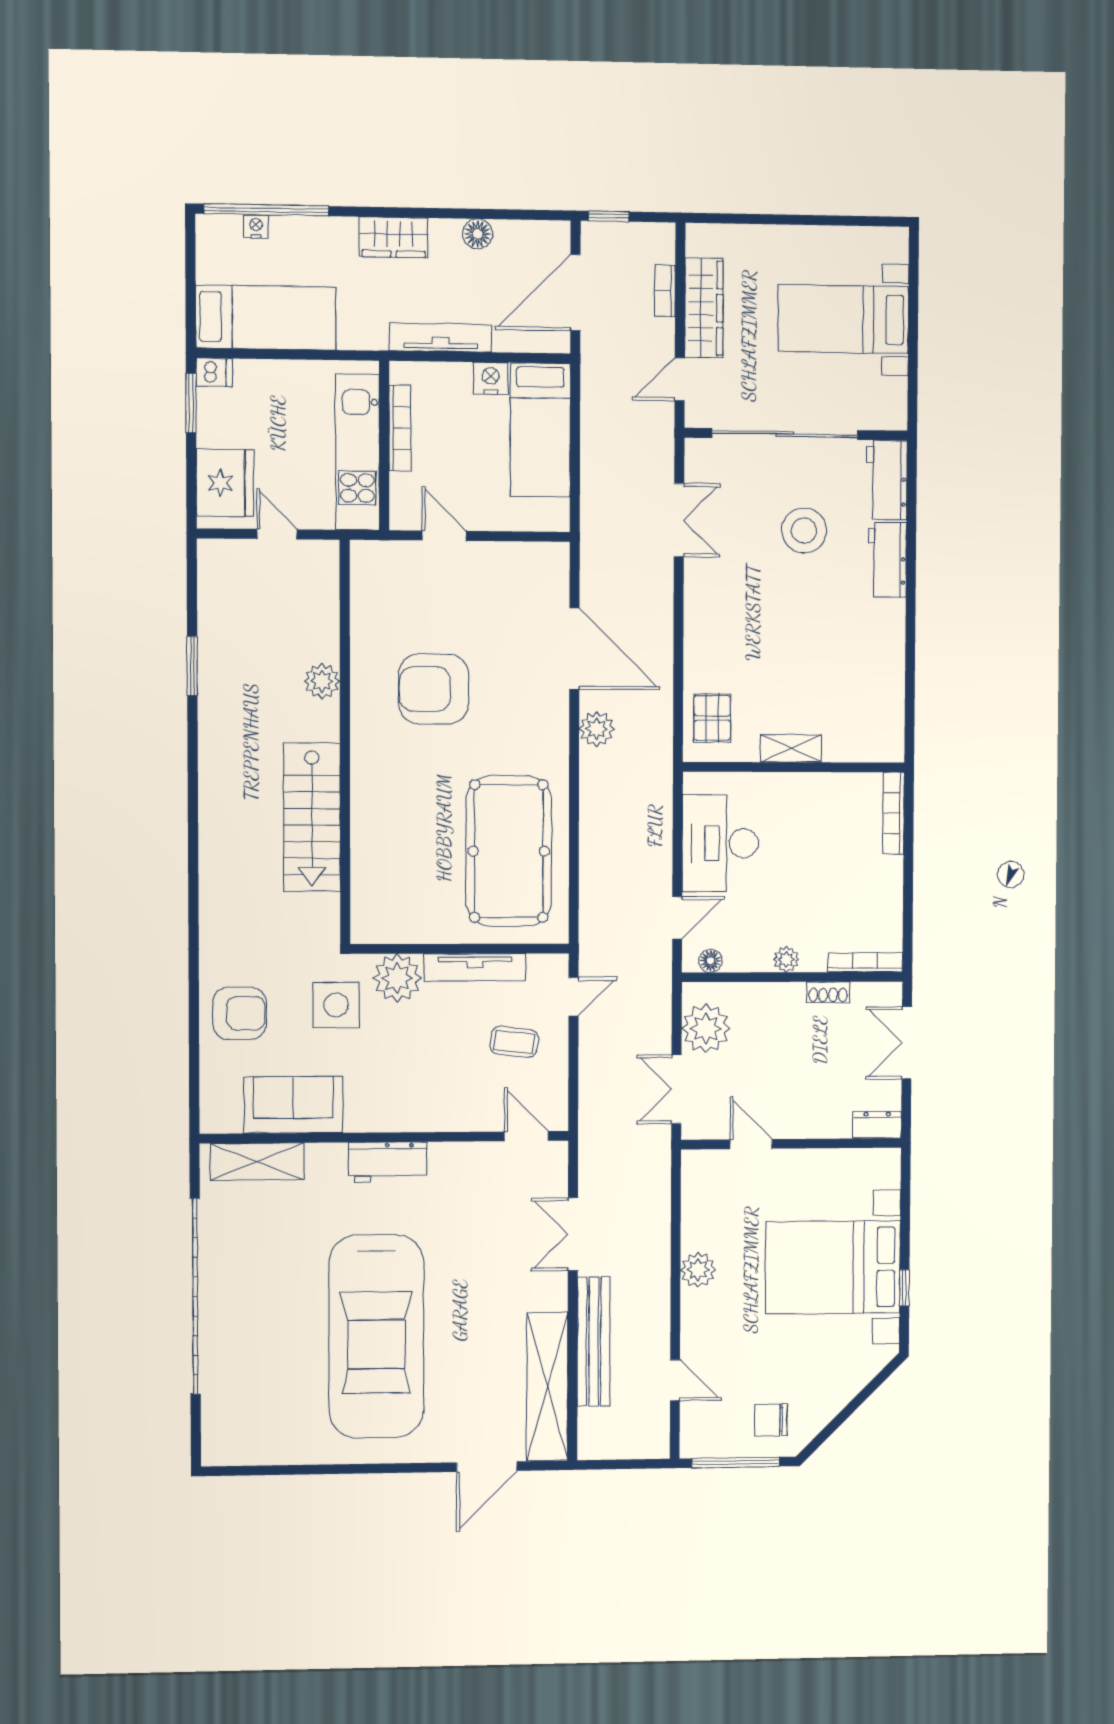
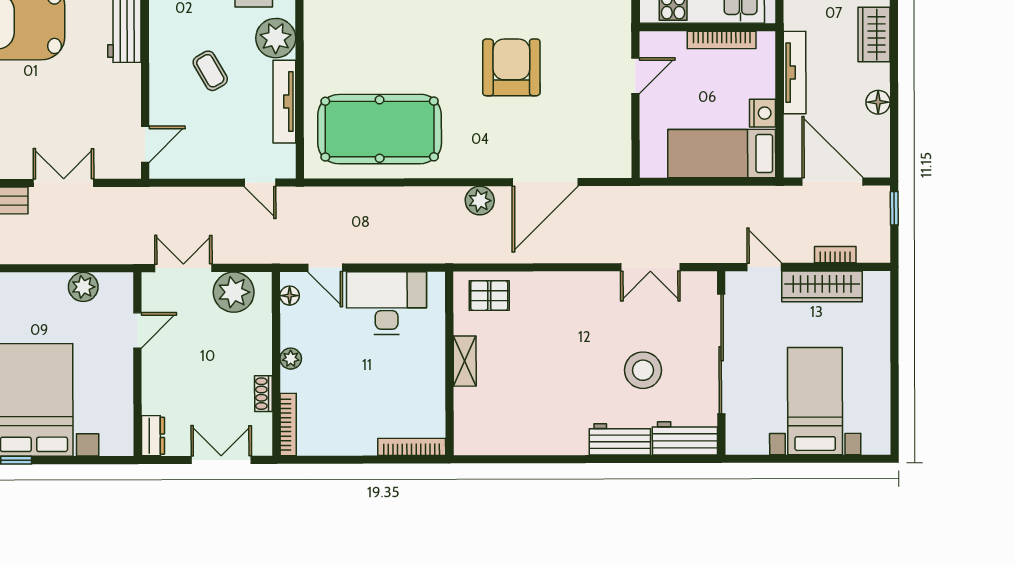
coffee table: (514, 1042) -> (210, 71), moved, turned -37
plant: (698, 1270) -> (83, 287), moved

